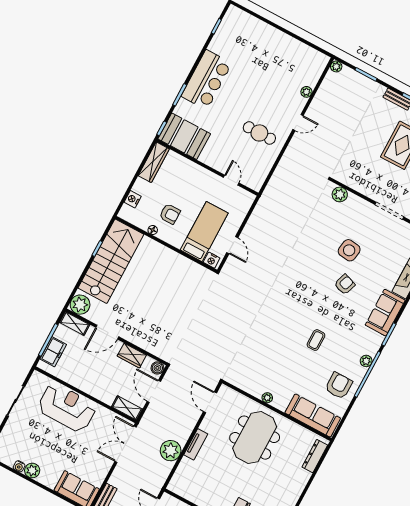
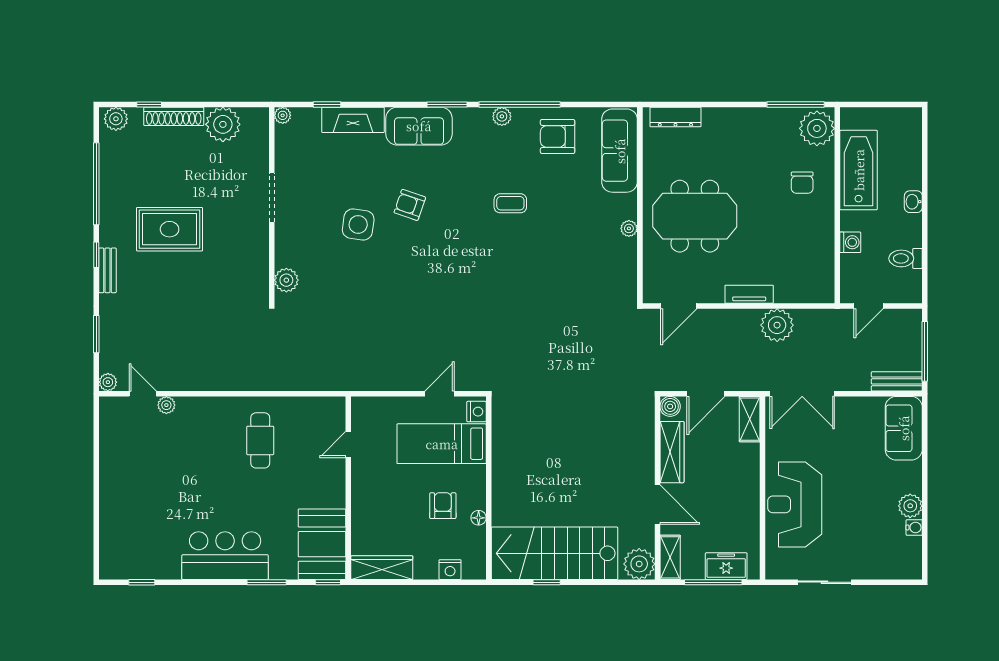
door: (298, 123) -> (143, 394), moved
wardrobe: (132, 356) -> (672, 452), width x1.50

